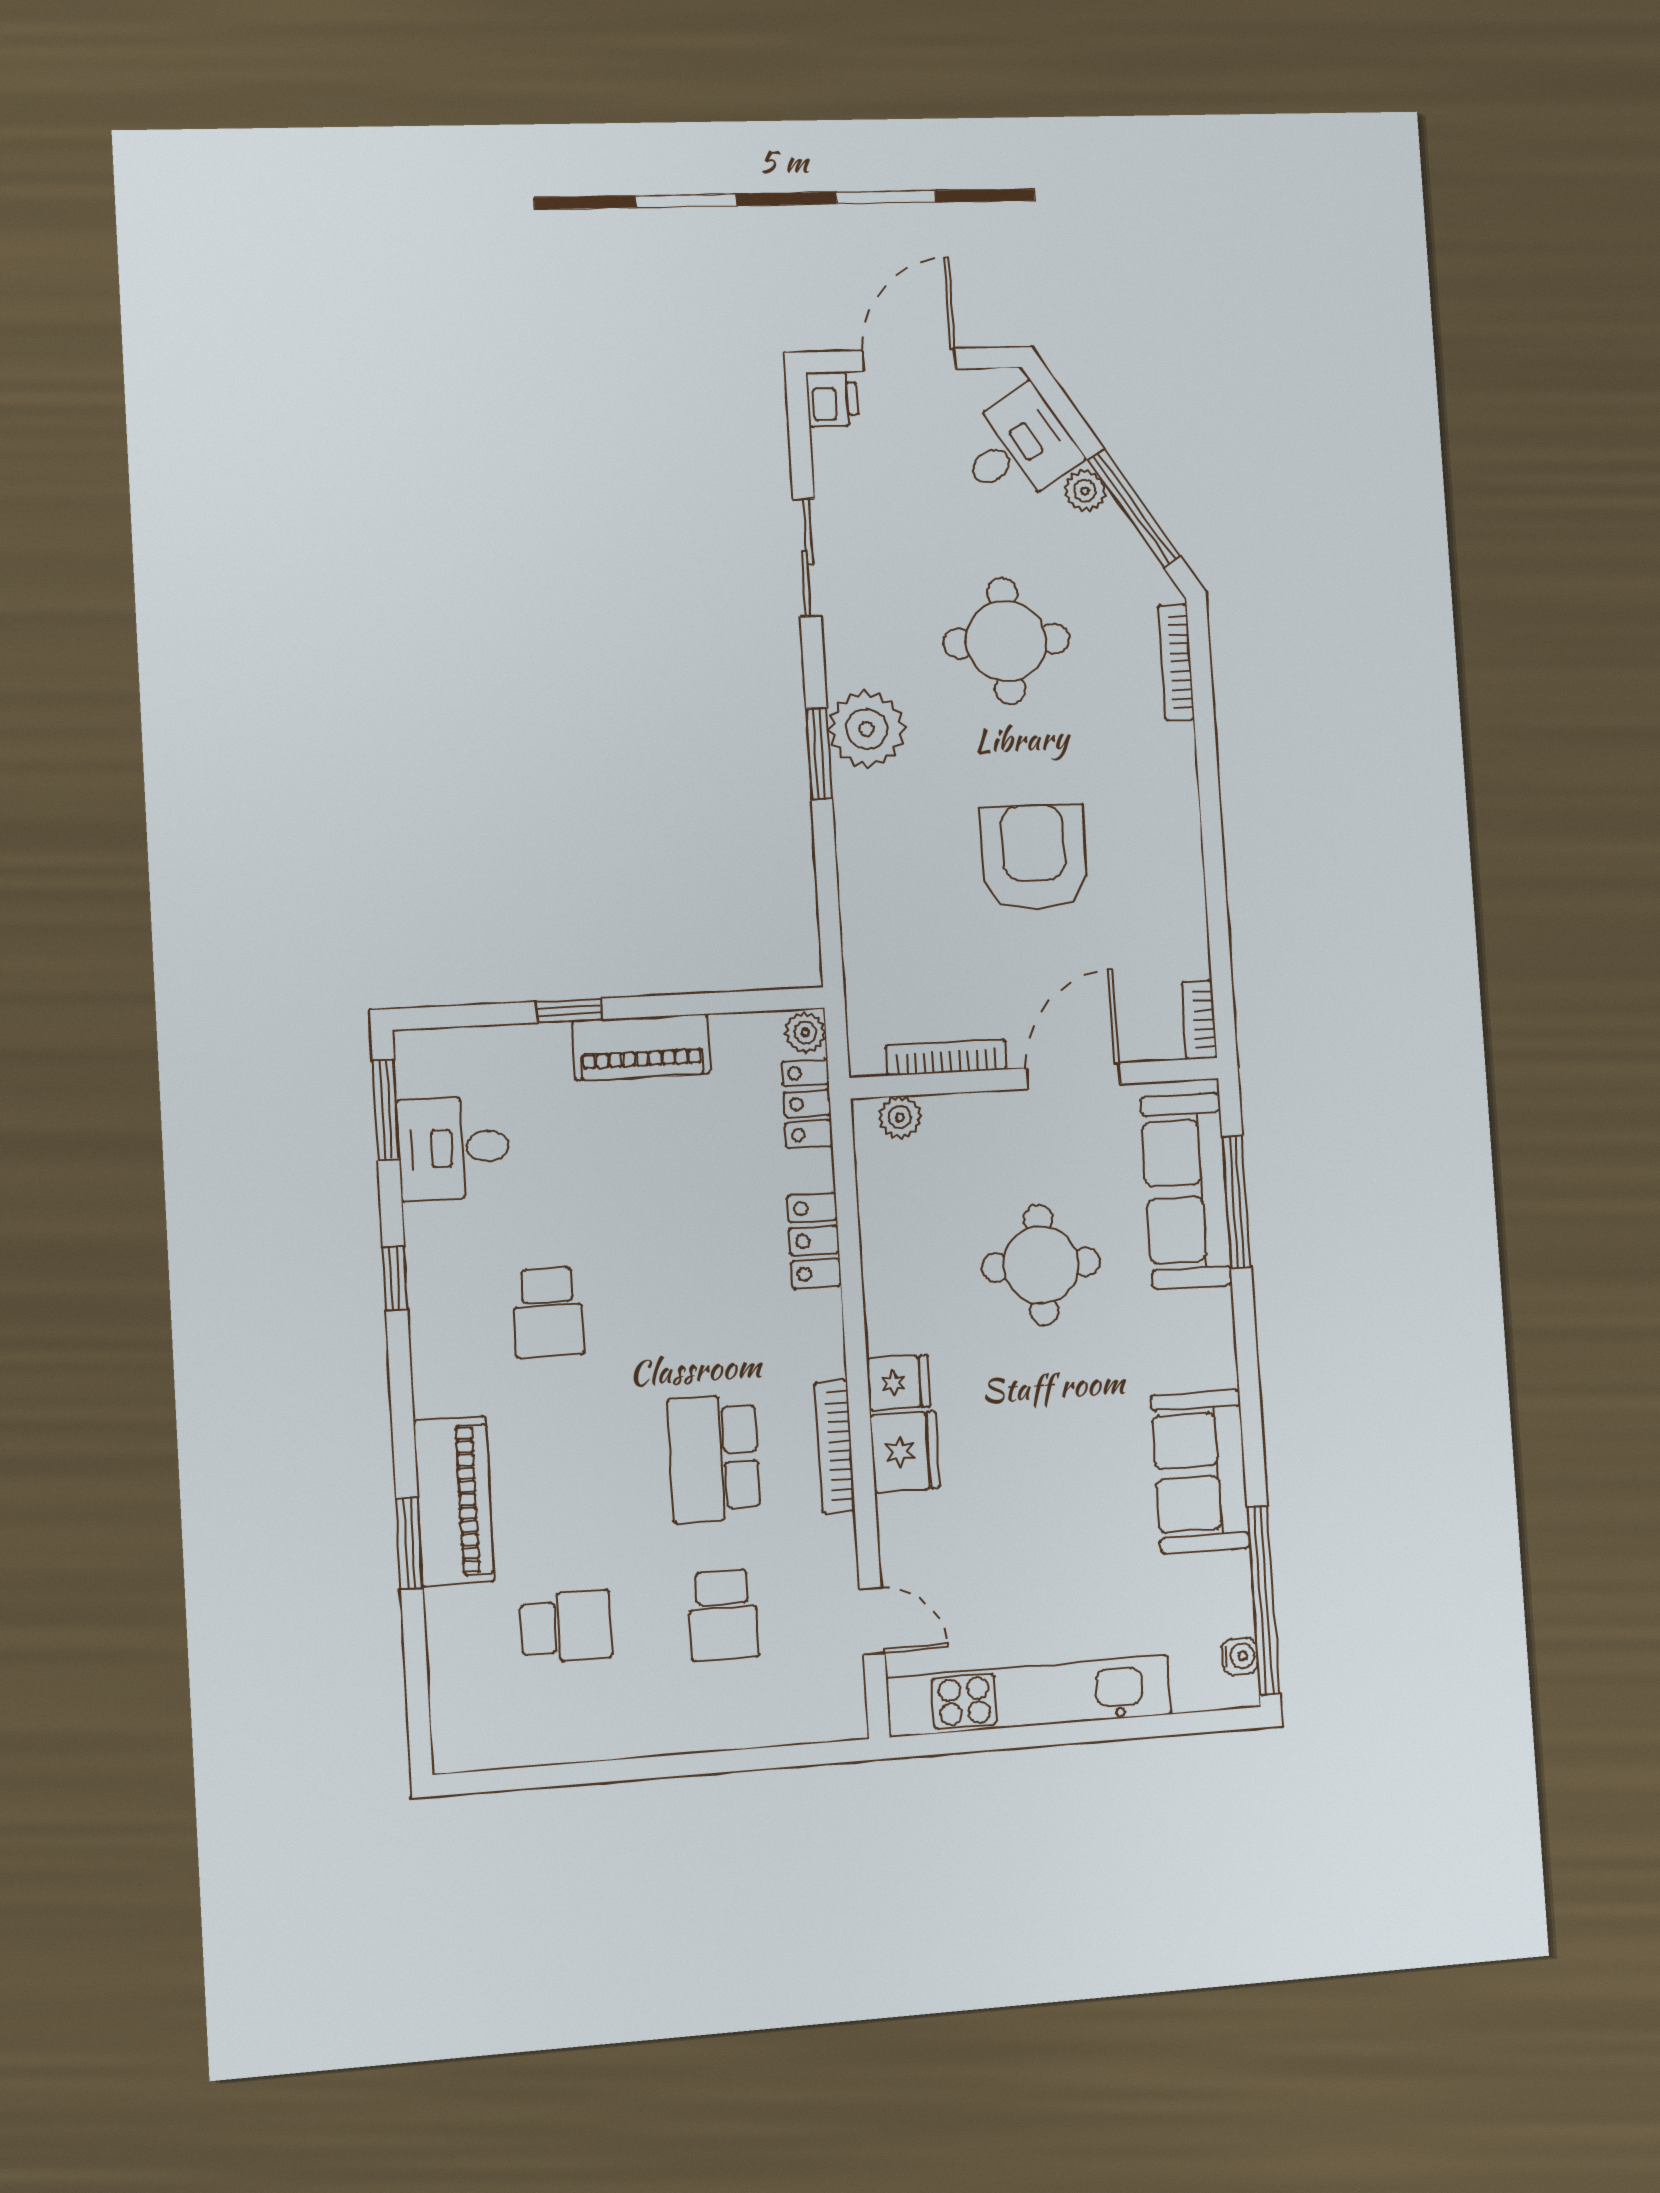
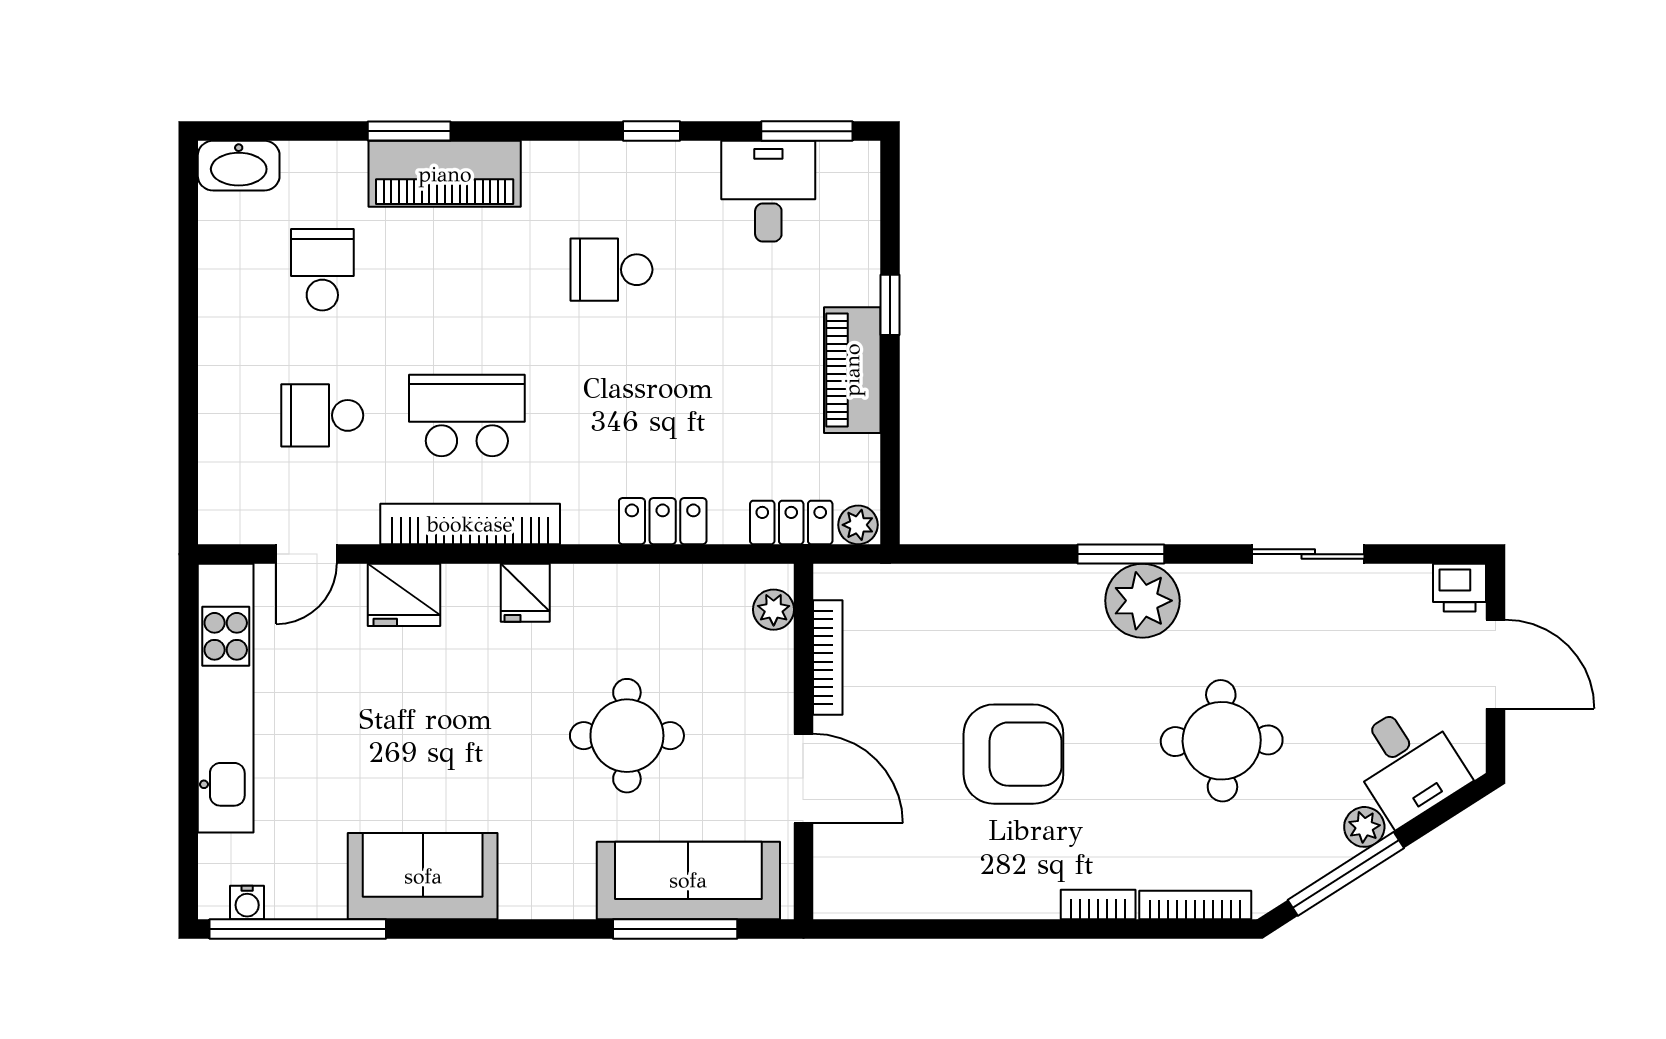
bookcase: (1199, 1020) -> (1098, 904), moved
bookcase: (835, 1446) -> (470, 524), width x1.48, depth x1.31
fridge: (905, 1452) -> (404, 595), moved
school desk: (566, 1627) -> (322, 270), turned 180
washbasin: (457, 1728) -> (239, 166), added

